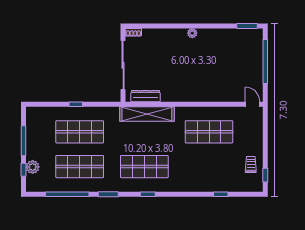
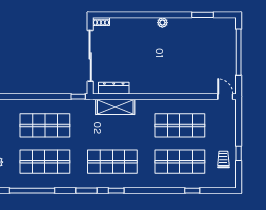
window: (247, 26) -> (203, 15), moved
window: (76, 104) -> (78, 97), moved
shelving: (147, 114) -> (115, 107), width x0.68
shop shelf: (209, 167) -> (180, 162), added
window: (265, 175) -> (239, 153), moved
window: (108, 194) -> (86, 191), moved

